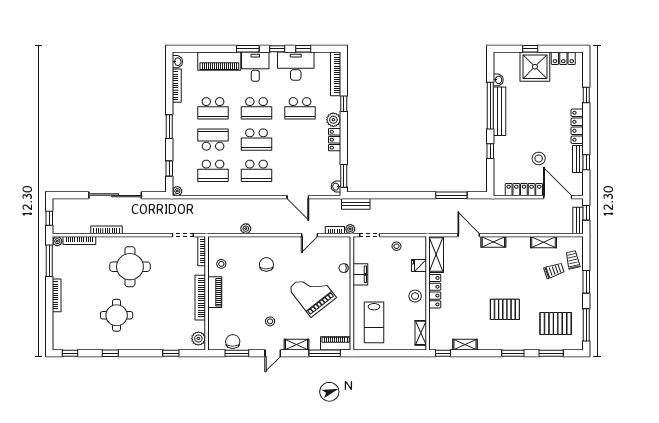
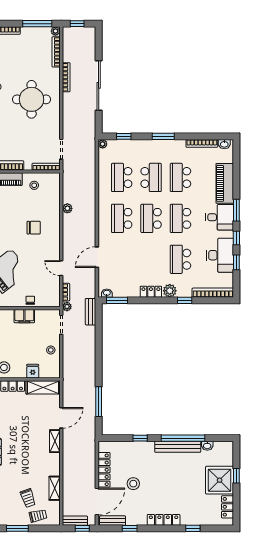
bench: (578, 159) -> (113, 521), moved

